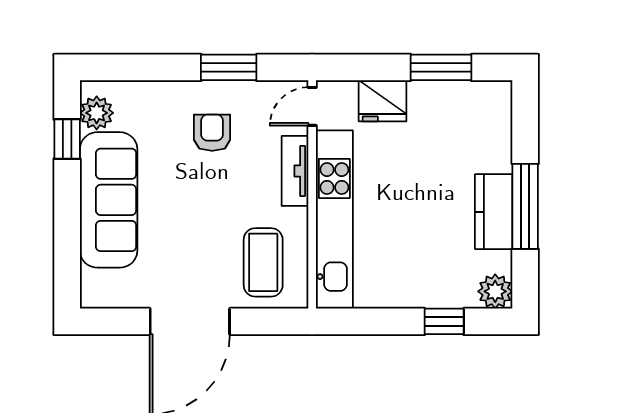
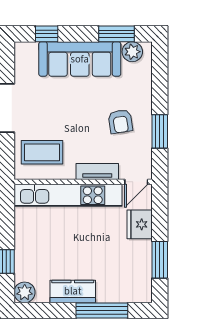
door: (312, 106) -> (136, 182), swing flipped
armchair: (212, 133) -> (120, 121), turned 81
window: (67, 139) -> (117, 34), width x1.50
window: (525, 206) -> (102, 310), moved
window: (67, 255) -> (47, 34), added

